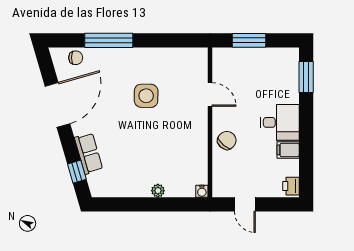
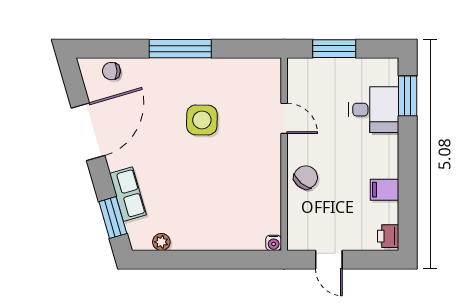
window: (109, 40) -> (180, 49), moved
chair: (76, 58) -> (111, 71), turned 180
desk: (280, 122) -> (374, 110), moved
window: (77, 172) -> (113, 218), width x1.50
plant: (158, 191) -> (161, 242), moved

